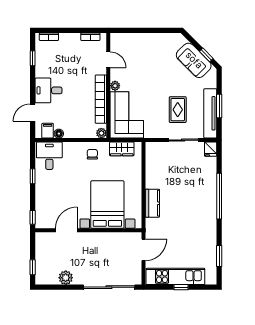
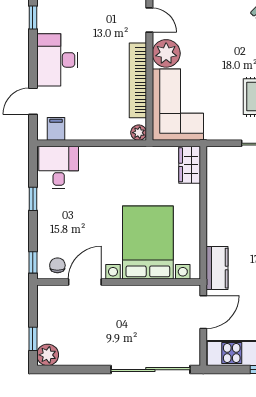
plant: (115, 86) -> (166, 53), width x1.87, depth x1.87
desk: (48, 90) -> (57, 60), width x1.37
floor lamp: (59, 134) -> (73, 133), removed
wardrobe: (122, 149) -> (190, 165), moved, turned 90
chair: (92, 154) -> (57, 265), moved
kitchen counter: (152, 203) -> (217, 268), moved
plant: (66, 278) -> (48, 355), moved

